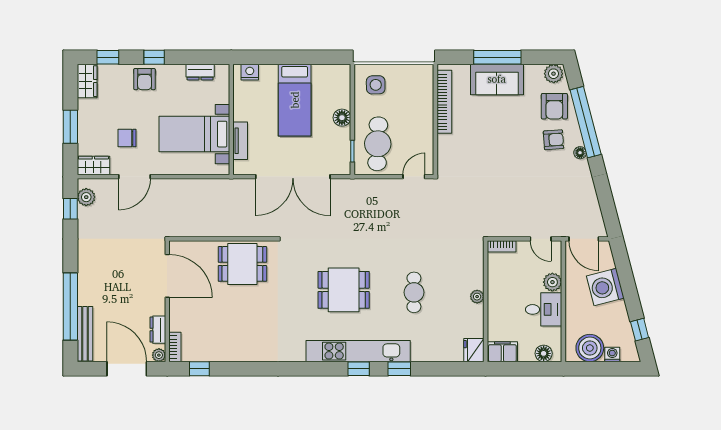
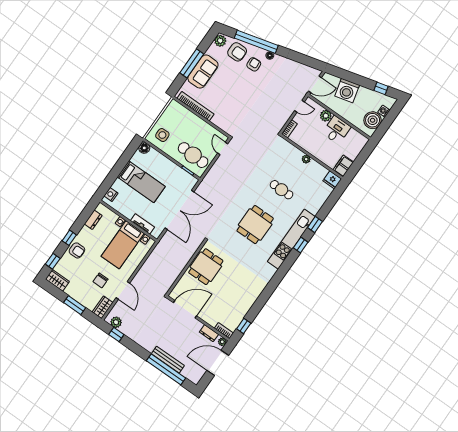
floor lamp: (342, 118) -> (144, 148), moved
bench: (85, 334) -> (168, 360), moved
floor lamp: (544, 353) -> (359, 146), removed

